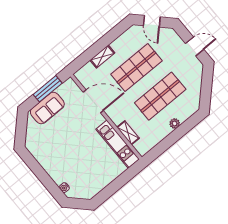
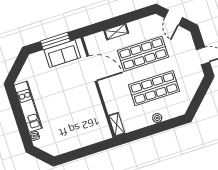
sofa: (47, 108) -> (62, 54), moved
shelving: (128, 133) -> (117, 124), moved
kitchen unit: (118, 144) -> (28, 107), moved, turned 180

